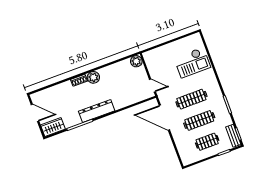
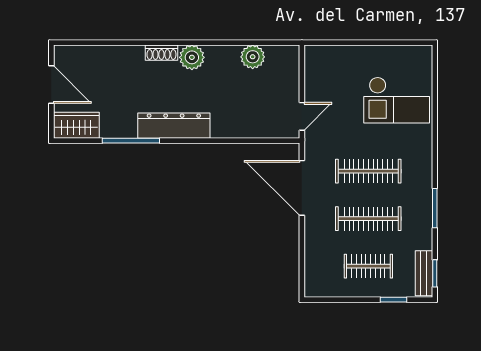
plant: (136, 61) -> (253, 57), moved
door: (153, 86) -> (302, 116), hinge flipped

